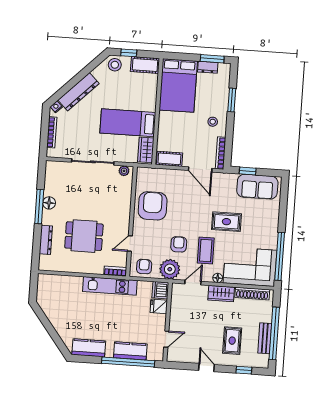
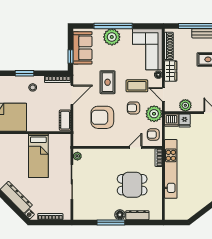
window: (232, 100) -> (25, 73), moved
wardrobe: (146, 150) -> (59, 140), removed
floor lamp: (49, 203) -> (120, 215), moved
armchair: (153, 206) -> (102, 117), moved
rug: (226, 222) -> (108, 82), moved
plant: (268, 224) -> (112, 37), added
dining table: (84, 236) -> (132, 185), turned 90
door: (130, 244) -> (136, 147), swing flipped
window: (280, 256) -> (113, 26), moved
kitchen unit: (110, 286) -> (171, 169), width x1.36
plant: (177, 309) -> (185, 105), added

